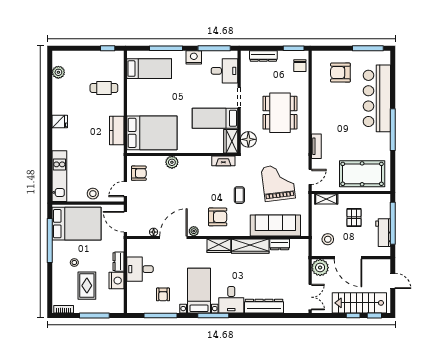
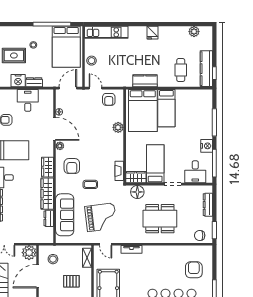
kitchen counter: (102, 58) -> (206, 69), added
bed: (149, 69) -> (166, 108), moved

